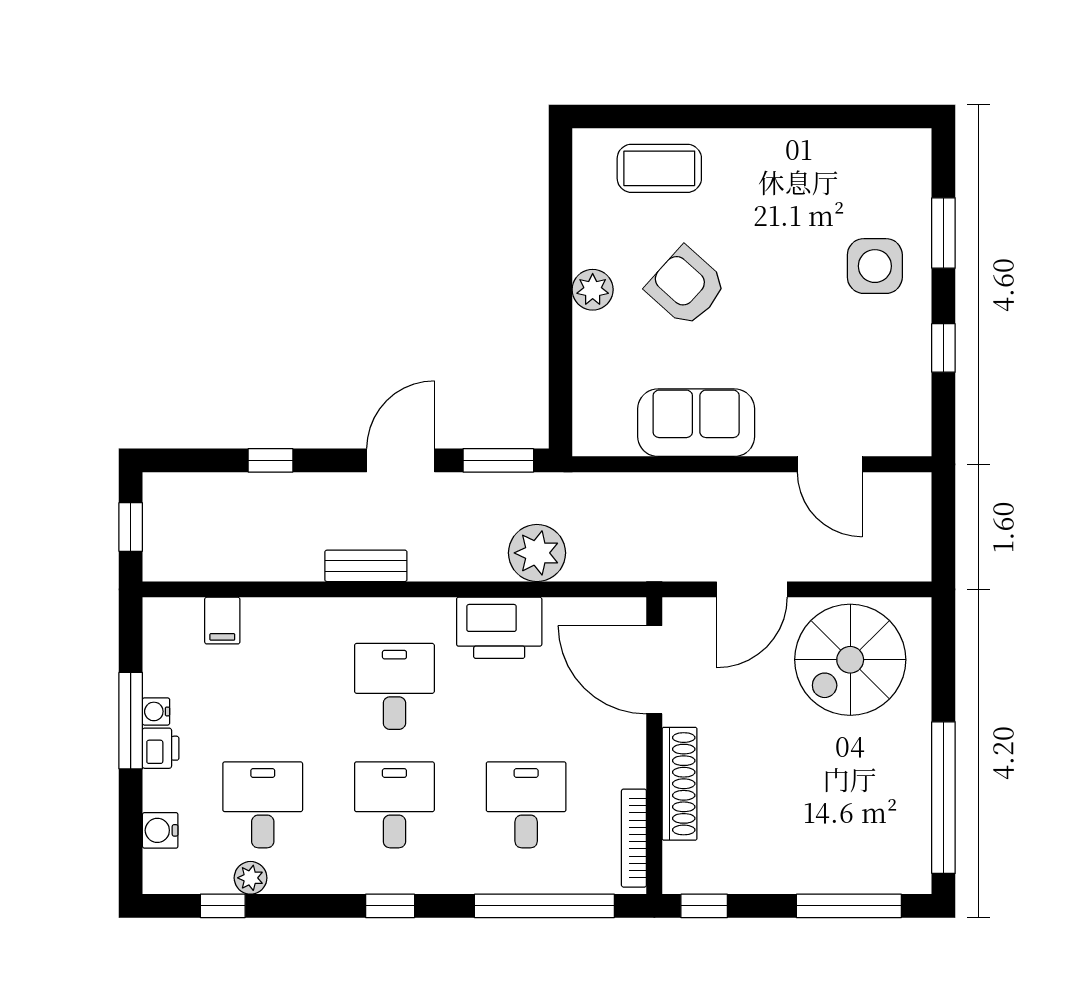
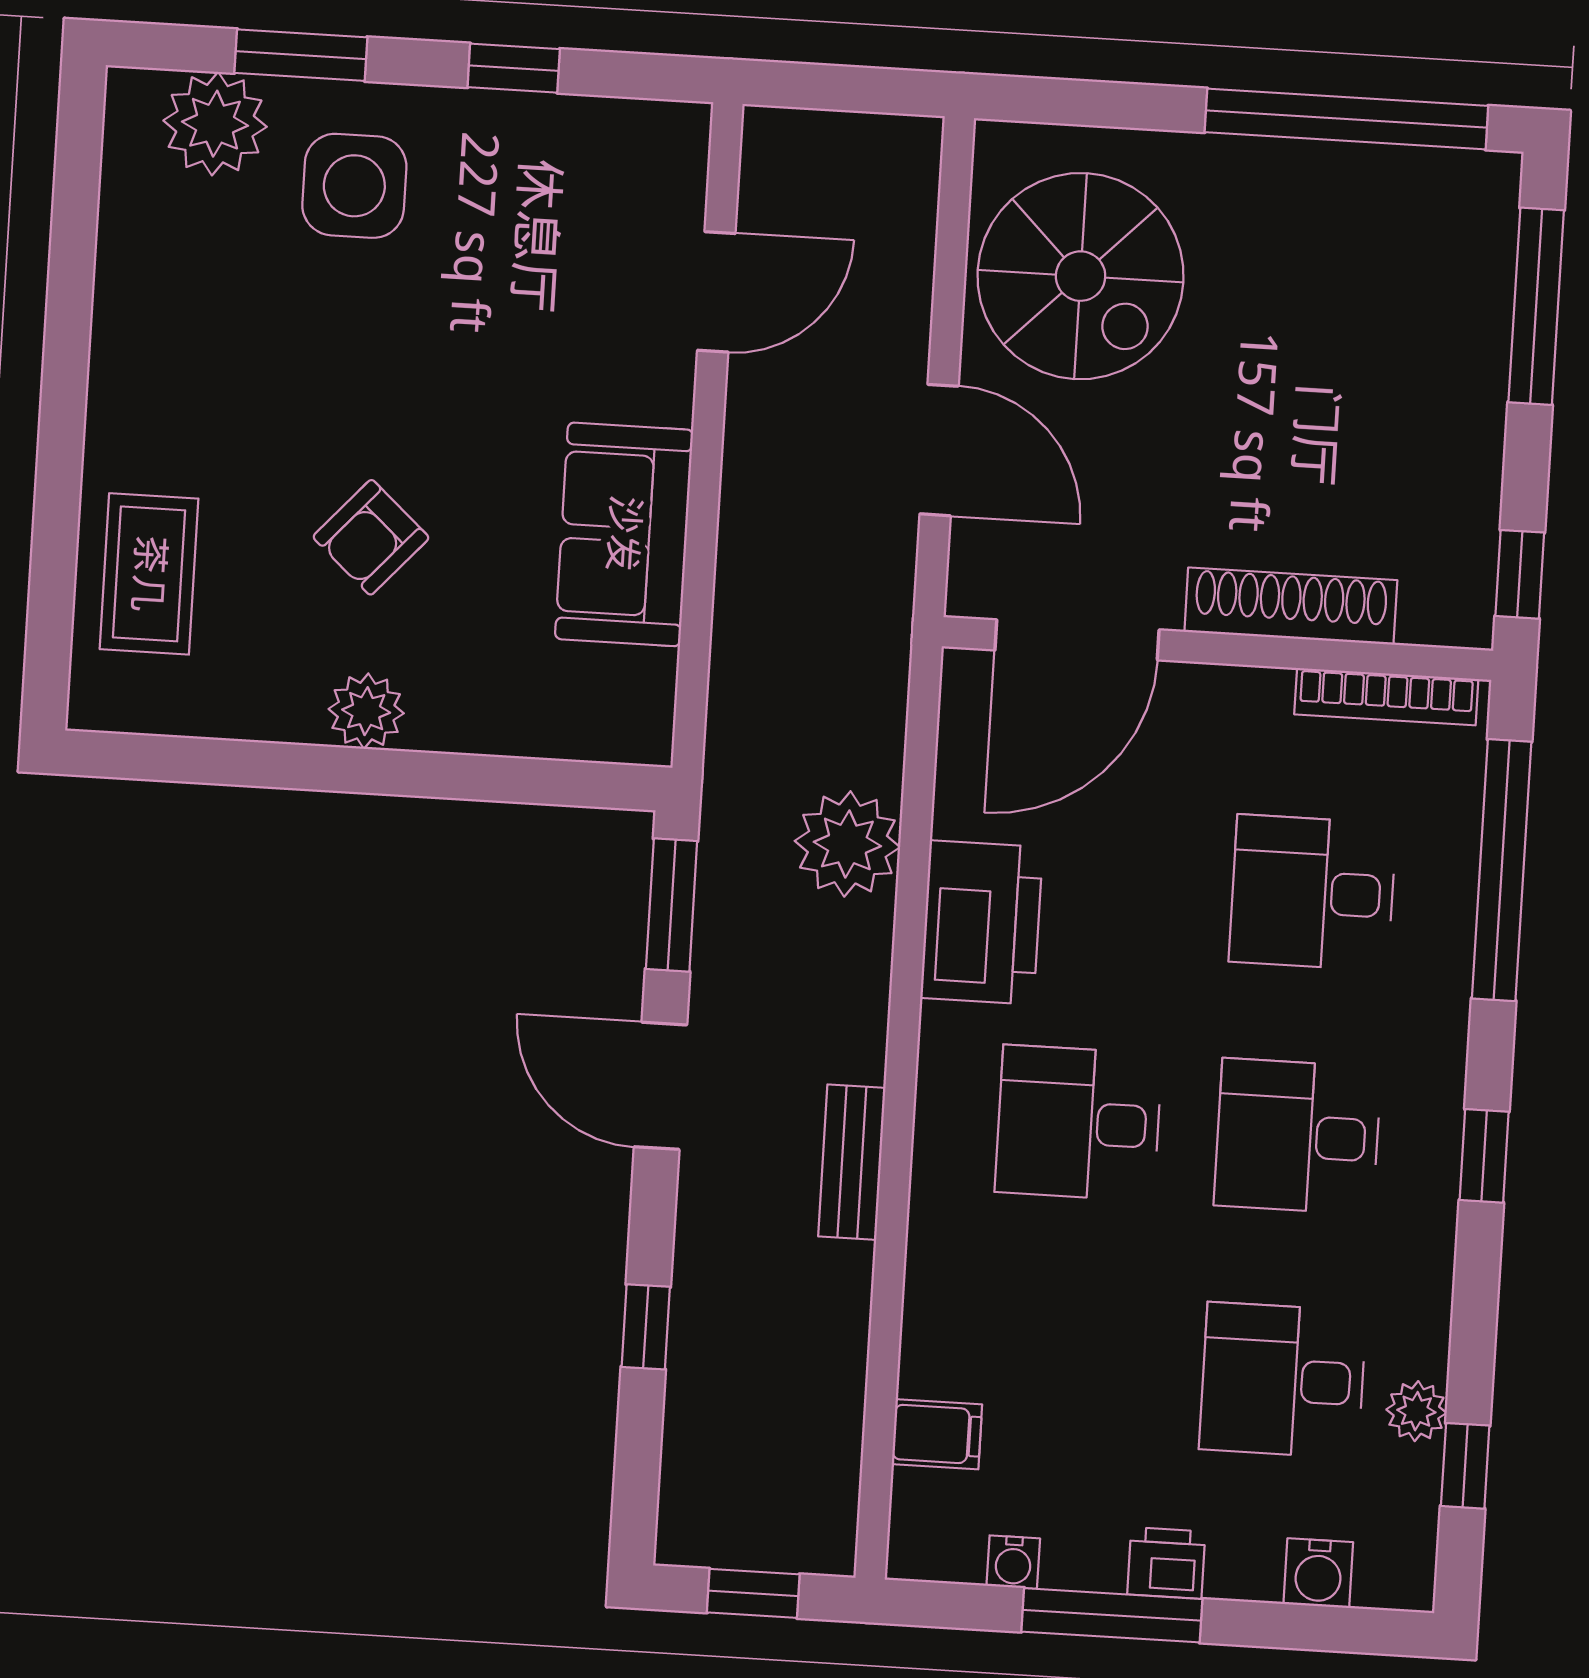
plant: (904, 189) -> (215, 124), added
armchair: (686, 287) -> (371, 537), width x0.72, depth x0.72
water cooler: (156, 711) -> (1013, 1562), moved

